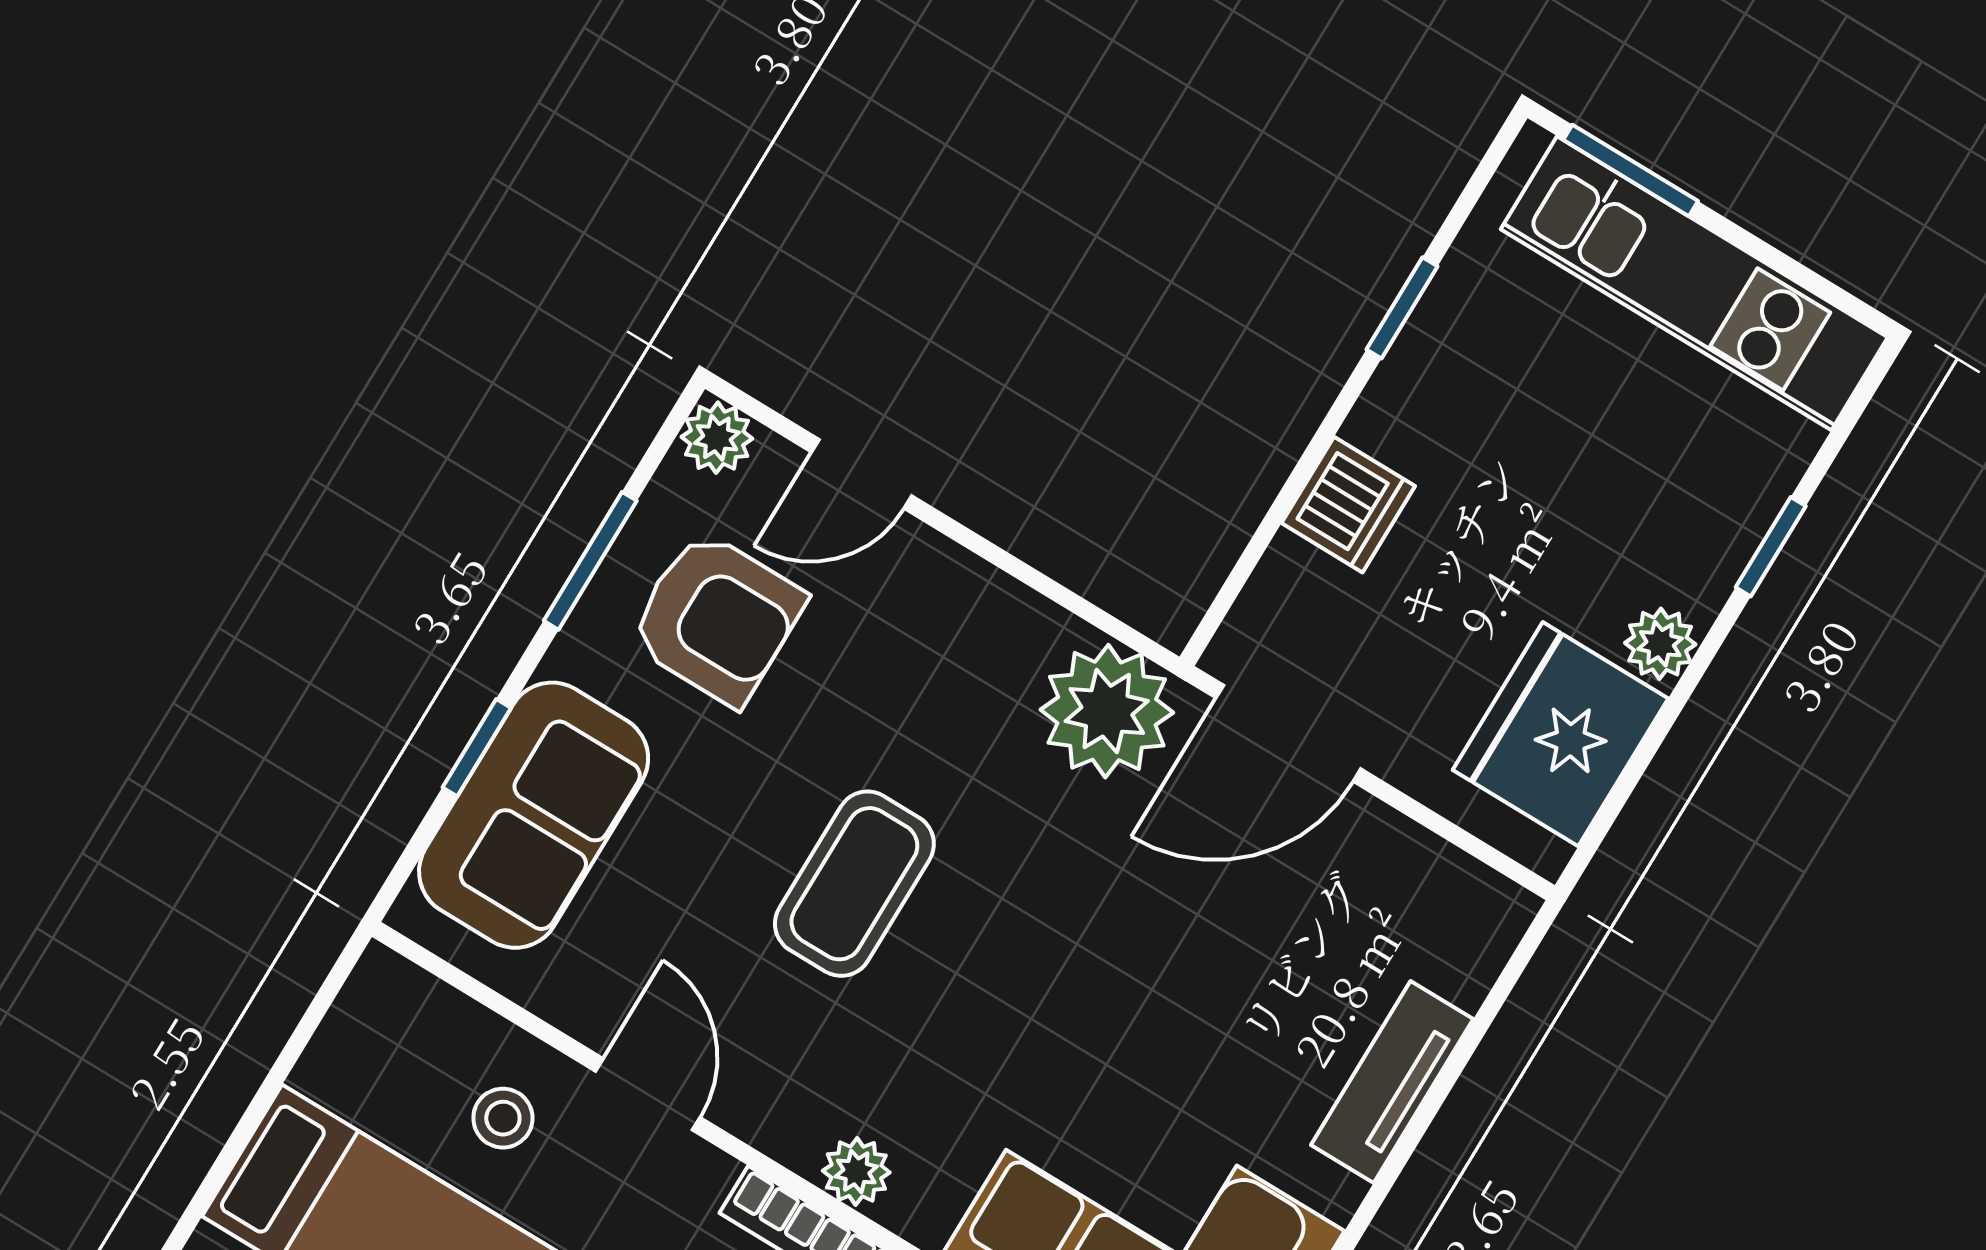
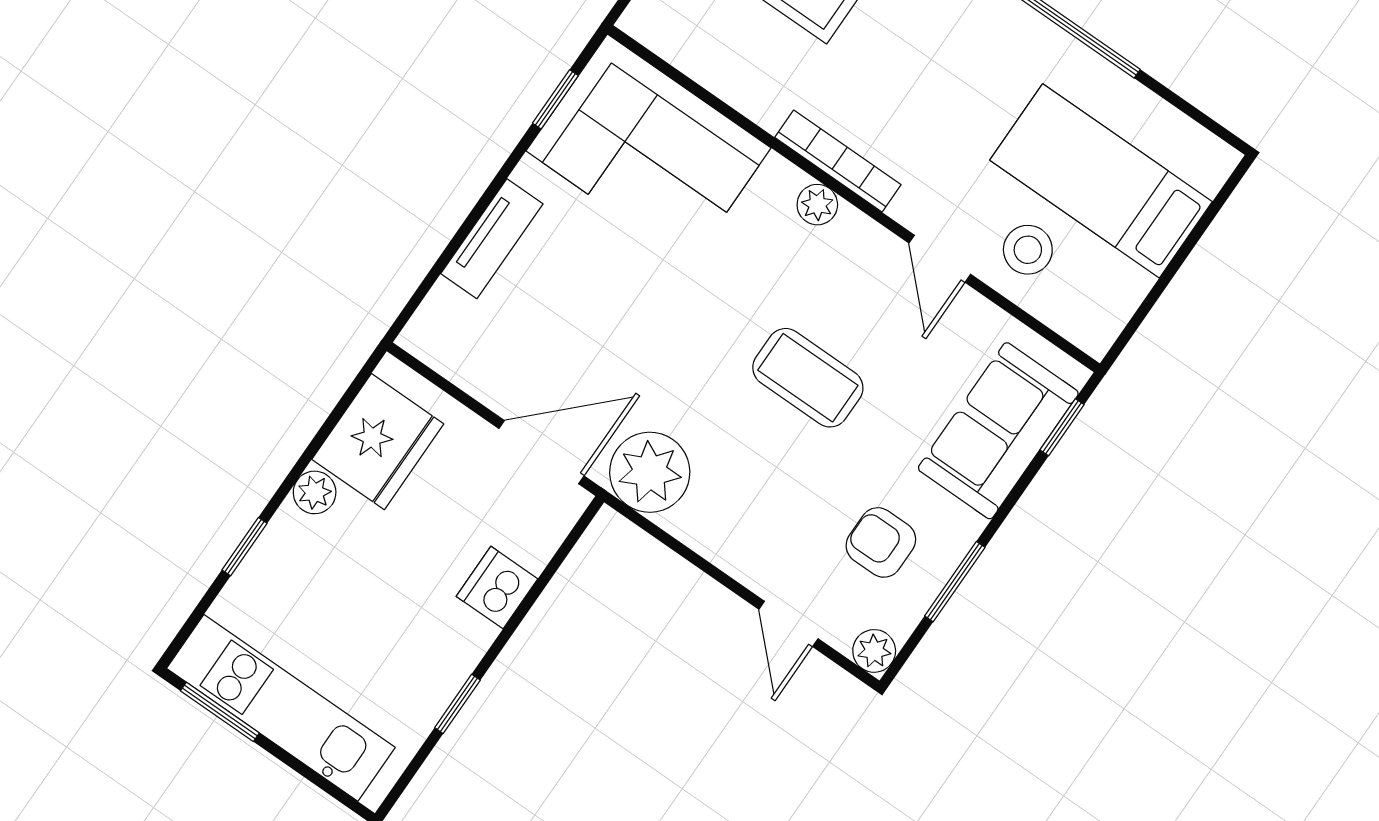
window: (1631, 170) -> (220, 712), moved
door: (862, 474) -> (789, 624), swing flipped
armchair: (717, 618) -> (881, 542), width x0.72, depth x0.72
window: (477, 748) -> (1062, 427), moved
coffee table: (854, 884) -> (808, 378), turned 90
stool: (503, 1118) -> (1028, 250), width x1.37, depth x1.37

